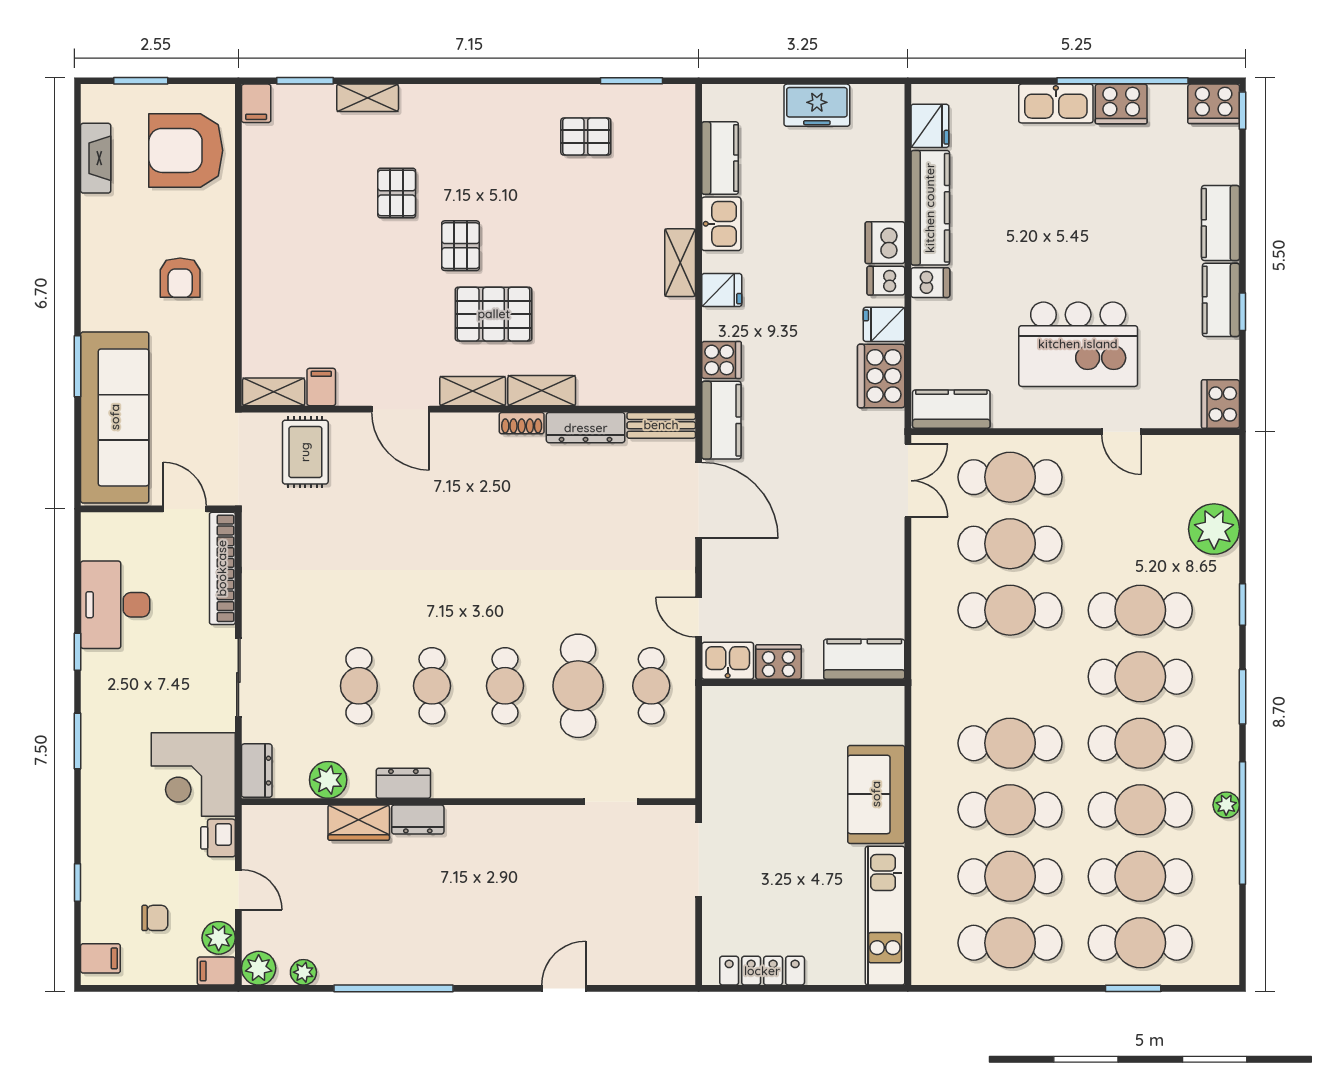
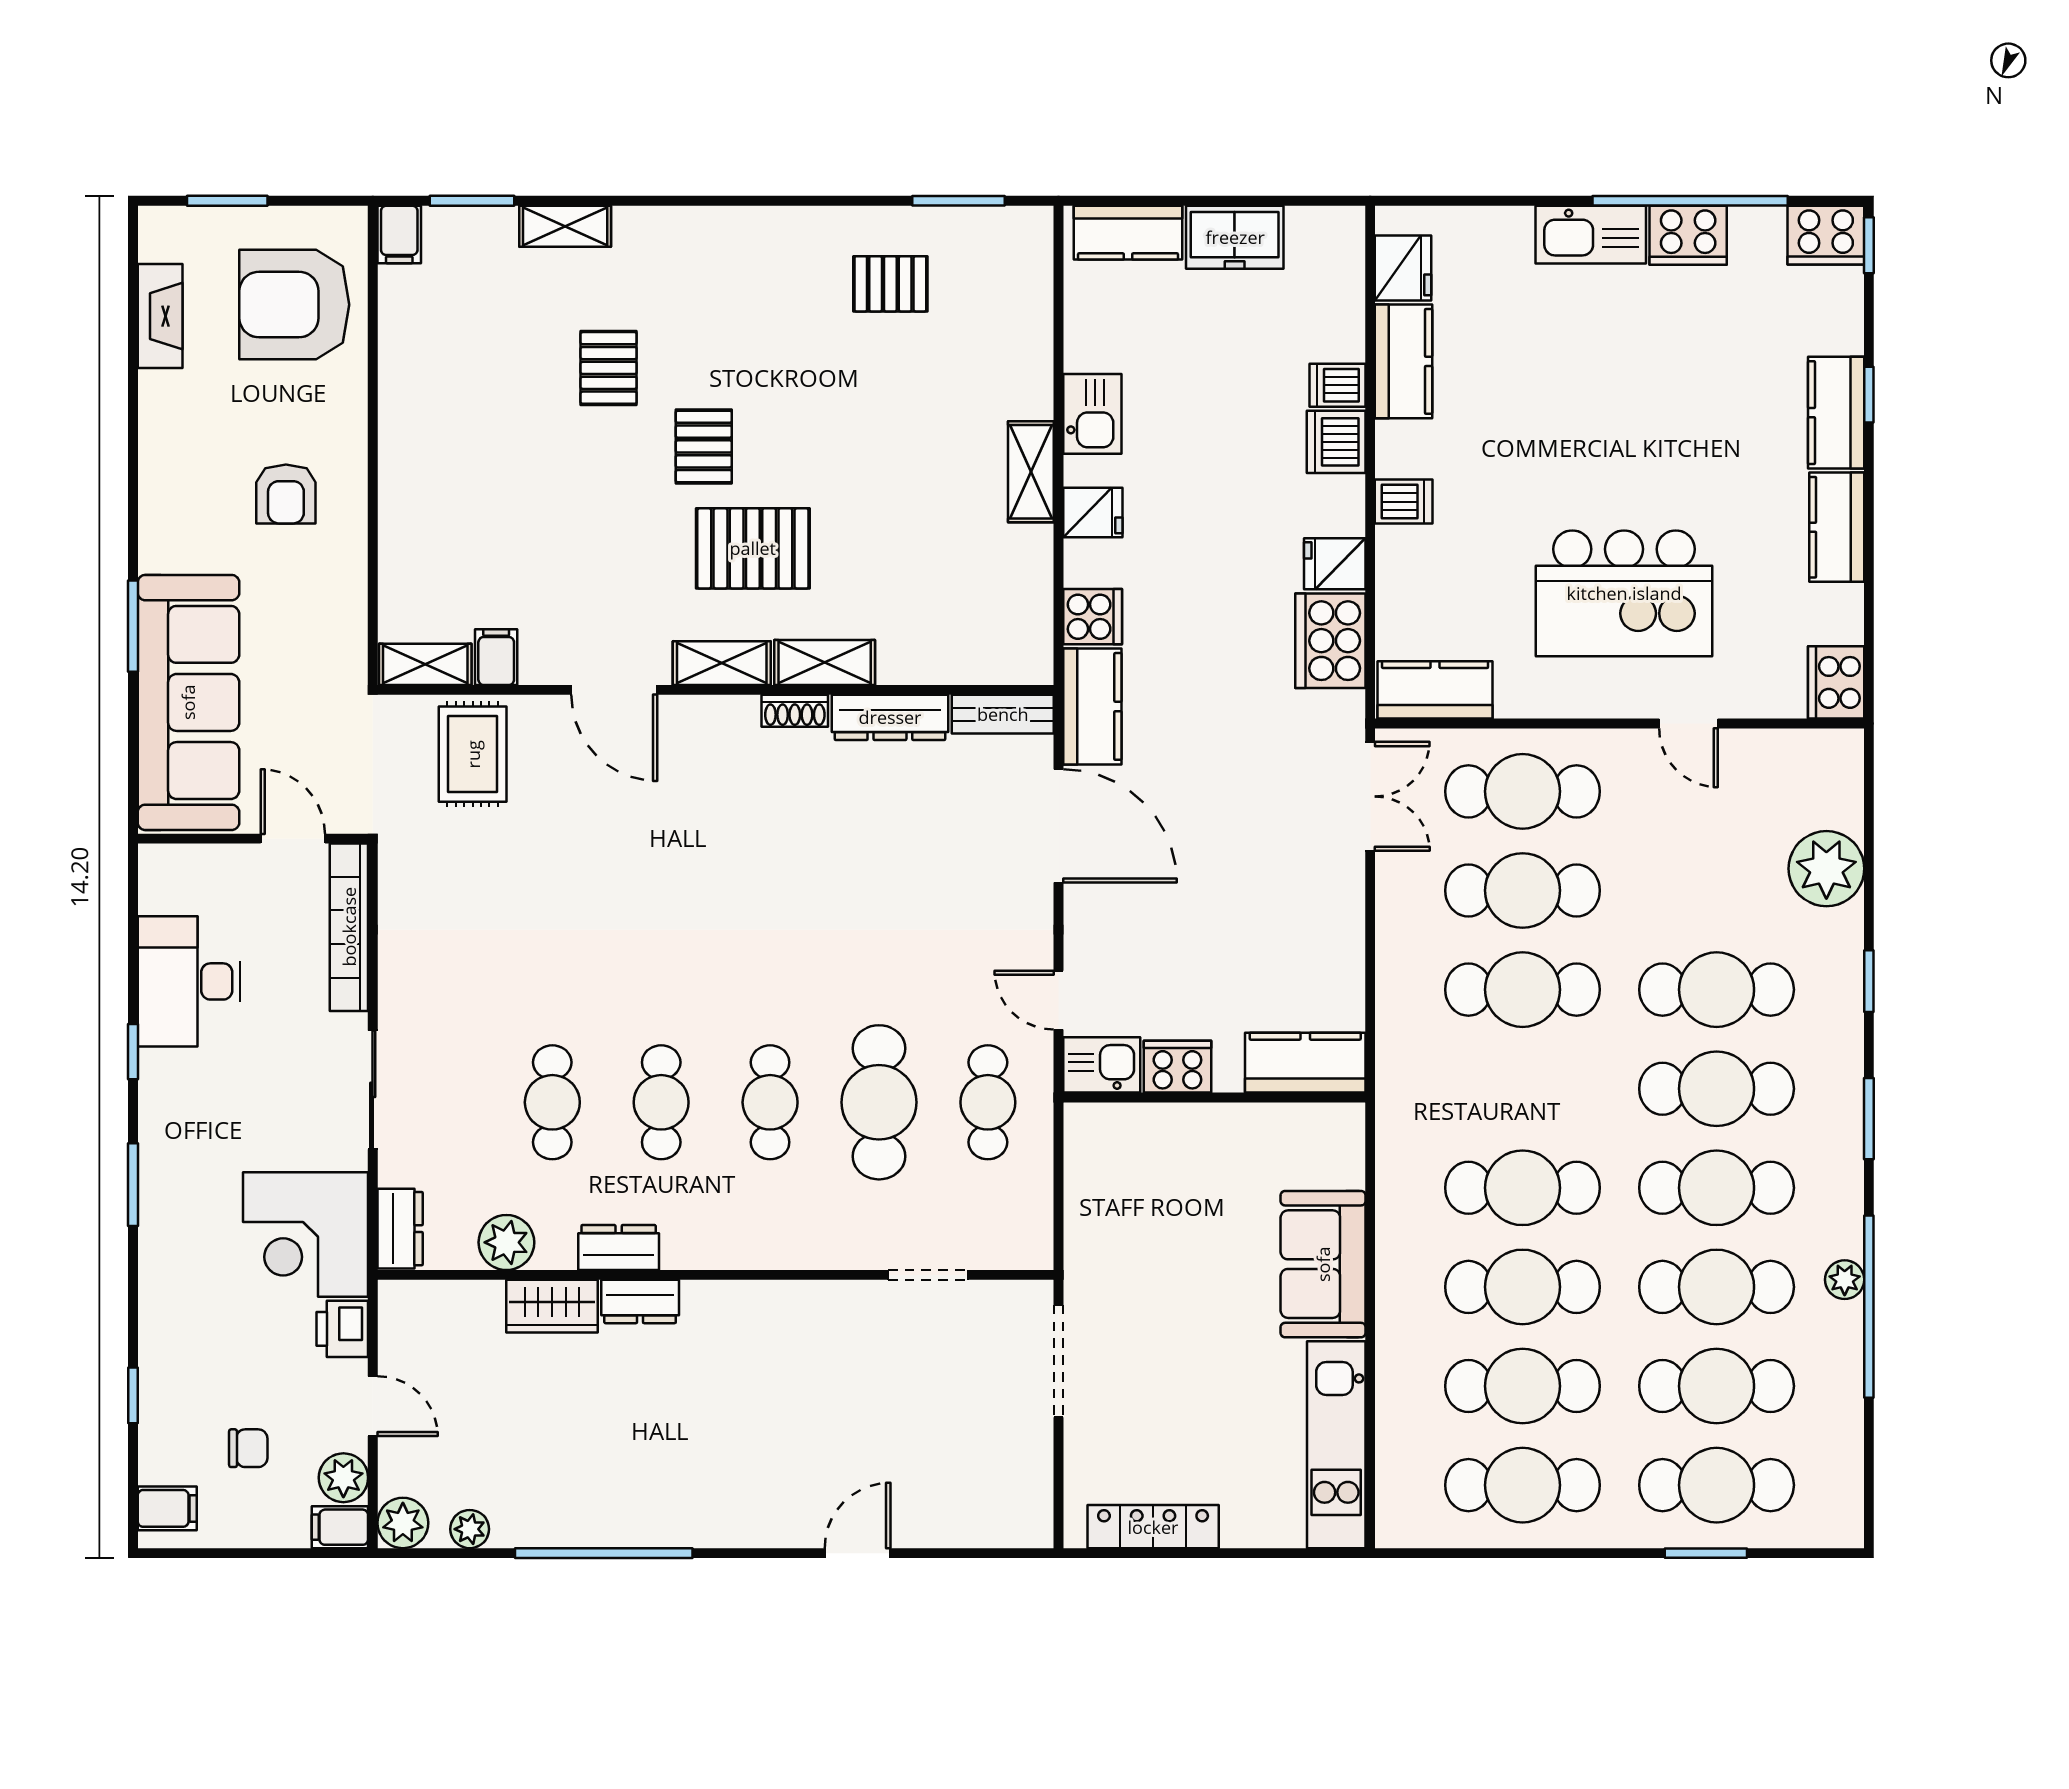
kitchen counter: (720, 158) -> (1128, 233), moved, turned 90
kitchen counter: (930, 208) -> (1403, 361), width x0.67
dishwasher: (886, 281) -> (1338, 385), moved
window: (1243, 312) -> (1869, 395), moved

